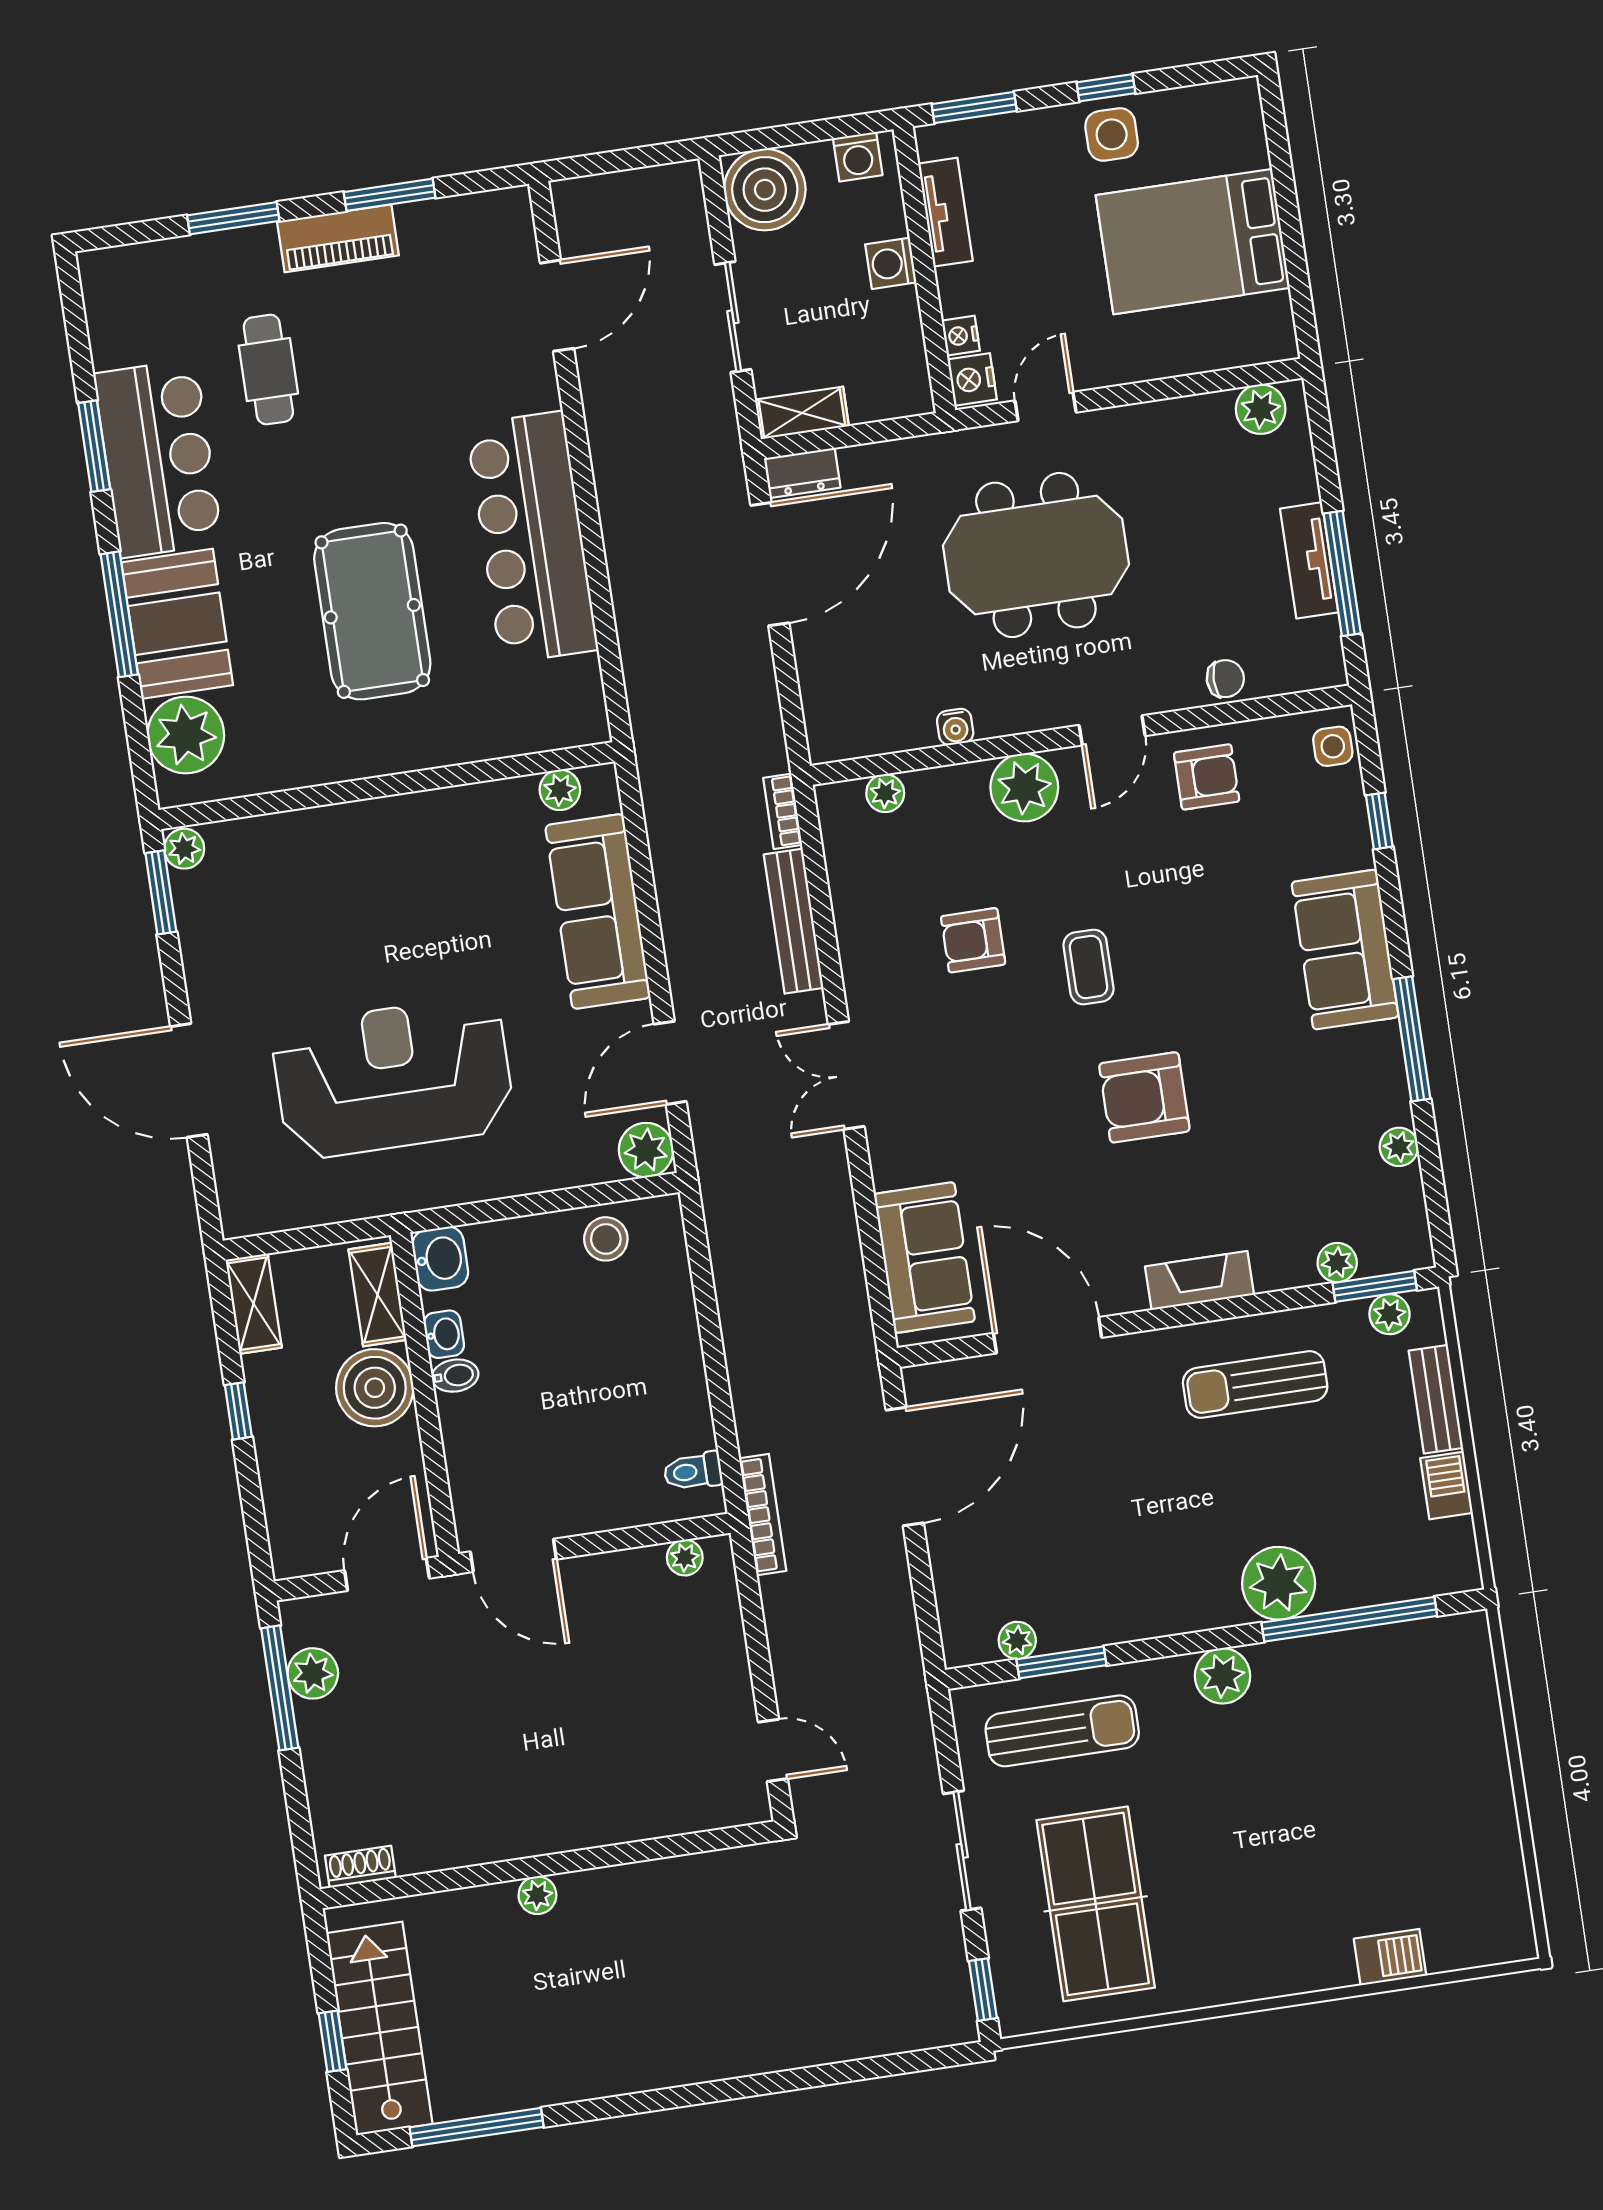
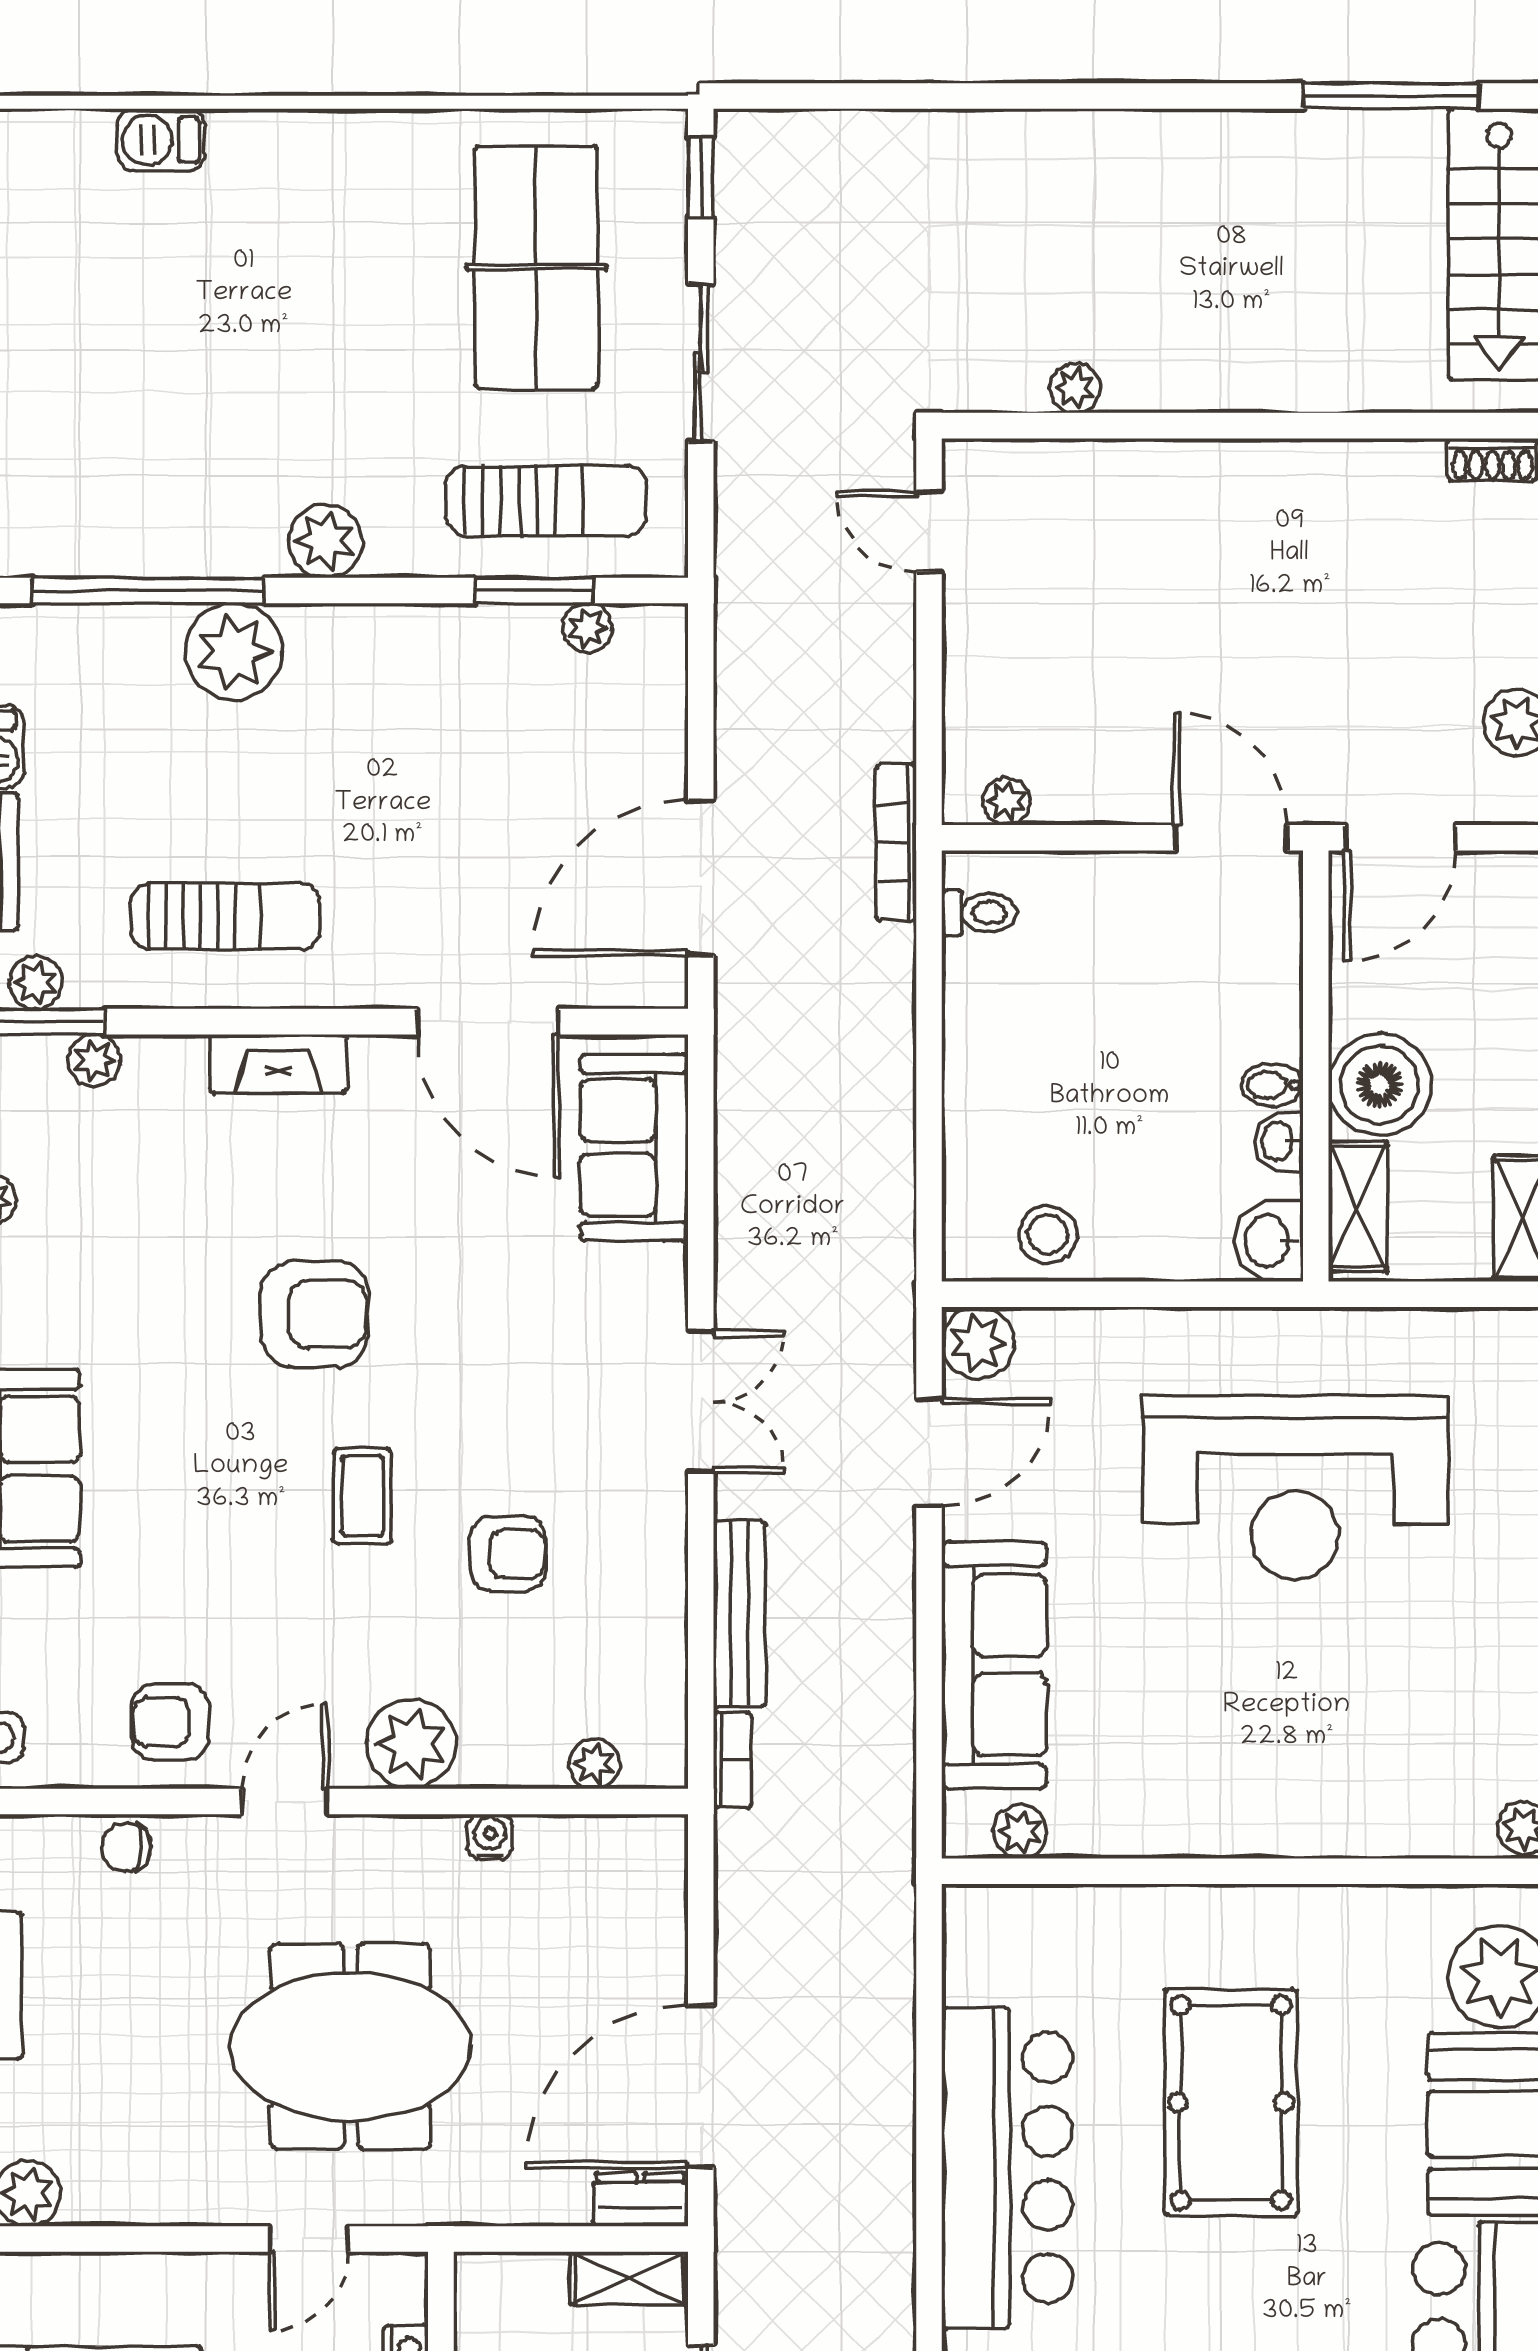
nightstand: (972, 379) -> (400, 2289), removed
sun lounger: (1062, 1731) -> (546, 500), turned 180
plant: (537, 1895) -> (1075, 388), moved

